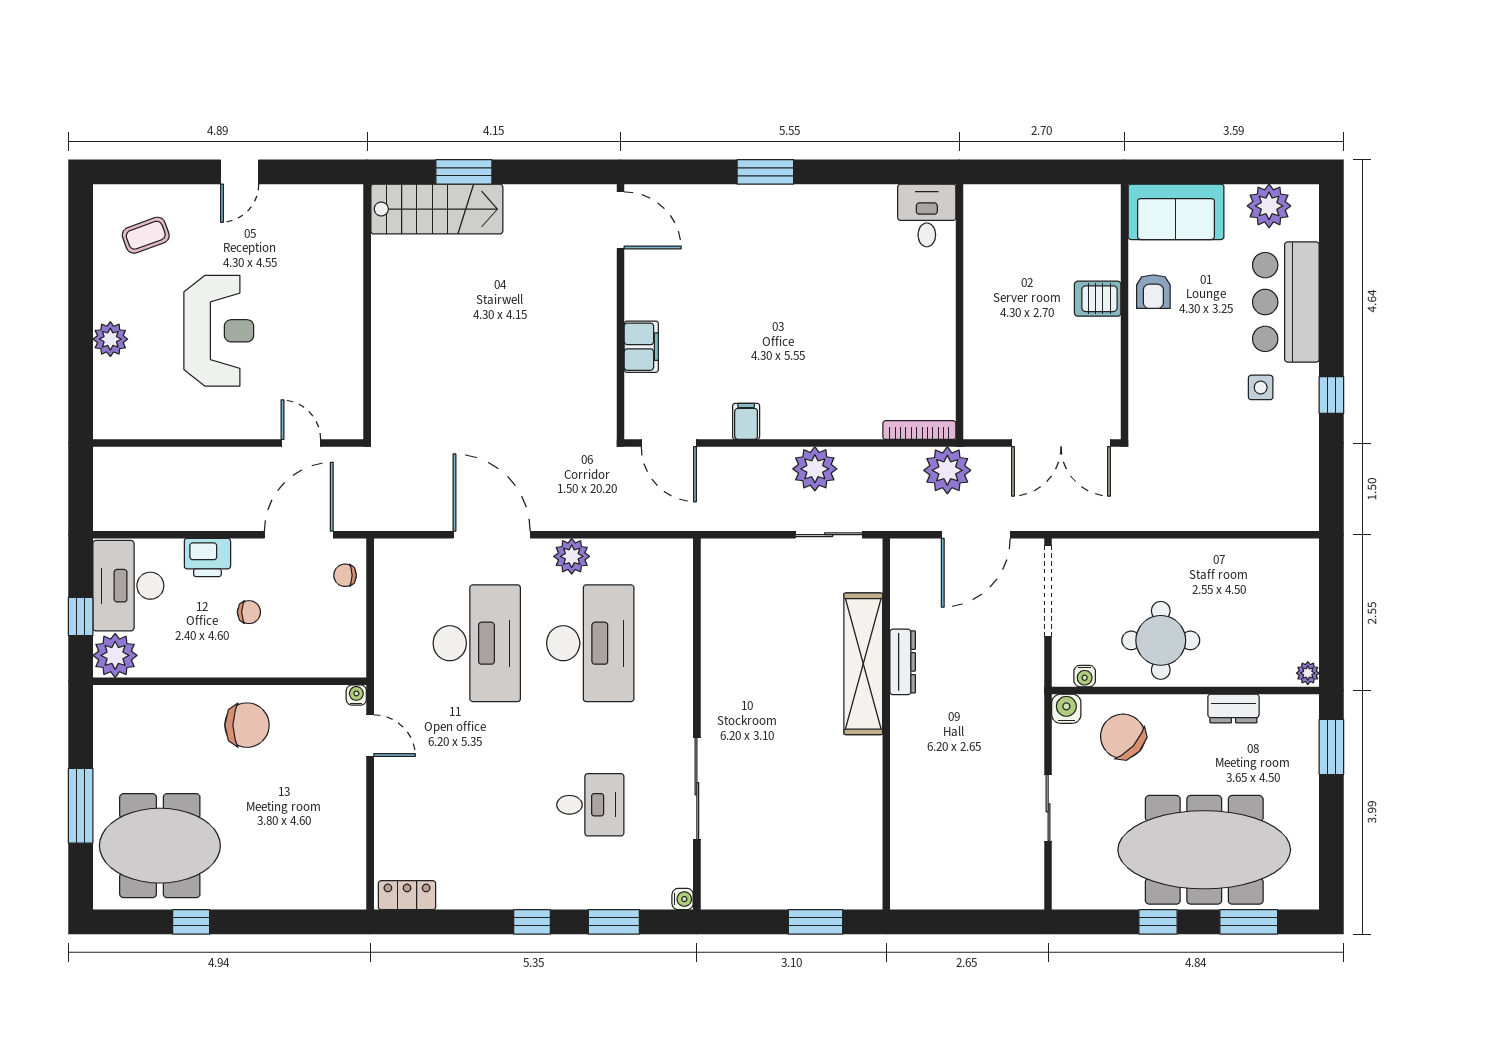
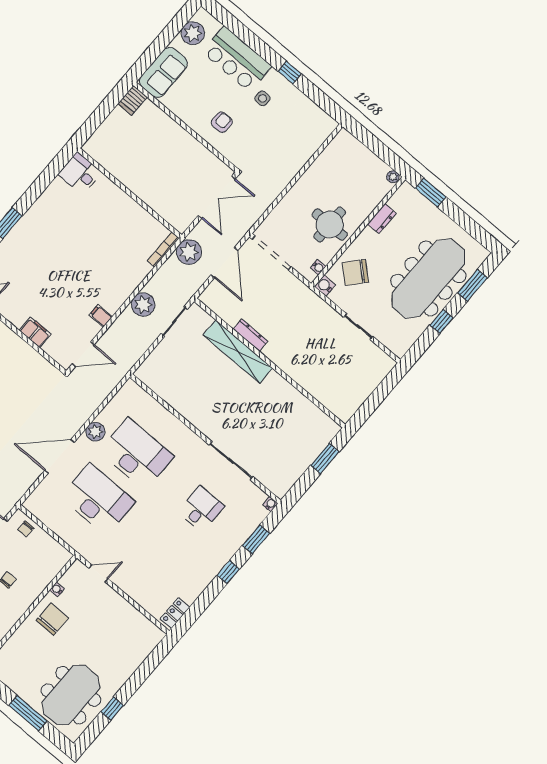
armchair: (1153, 292) -> (222, 122), moved, turned -90
server rack: (1098, 299) -> (133, 100), moved
water cooler: (356, 695) -> (57, 589), moved

